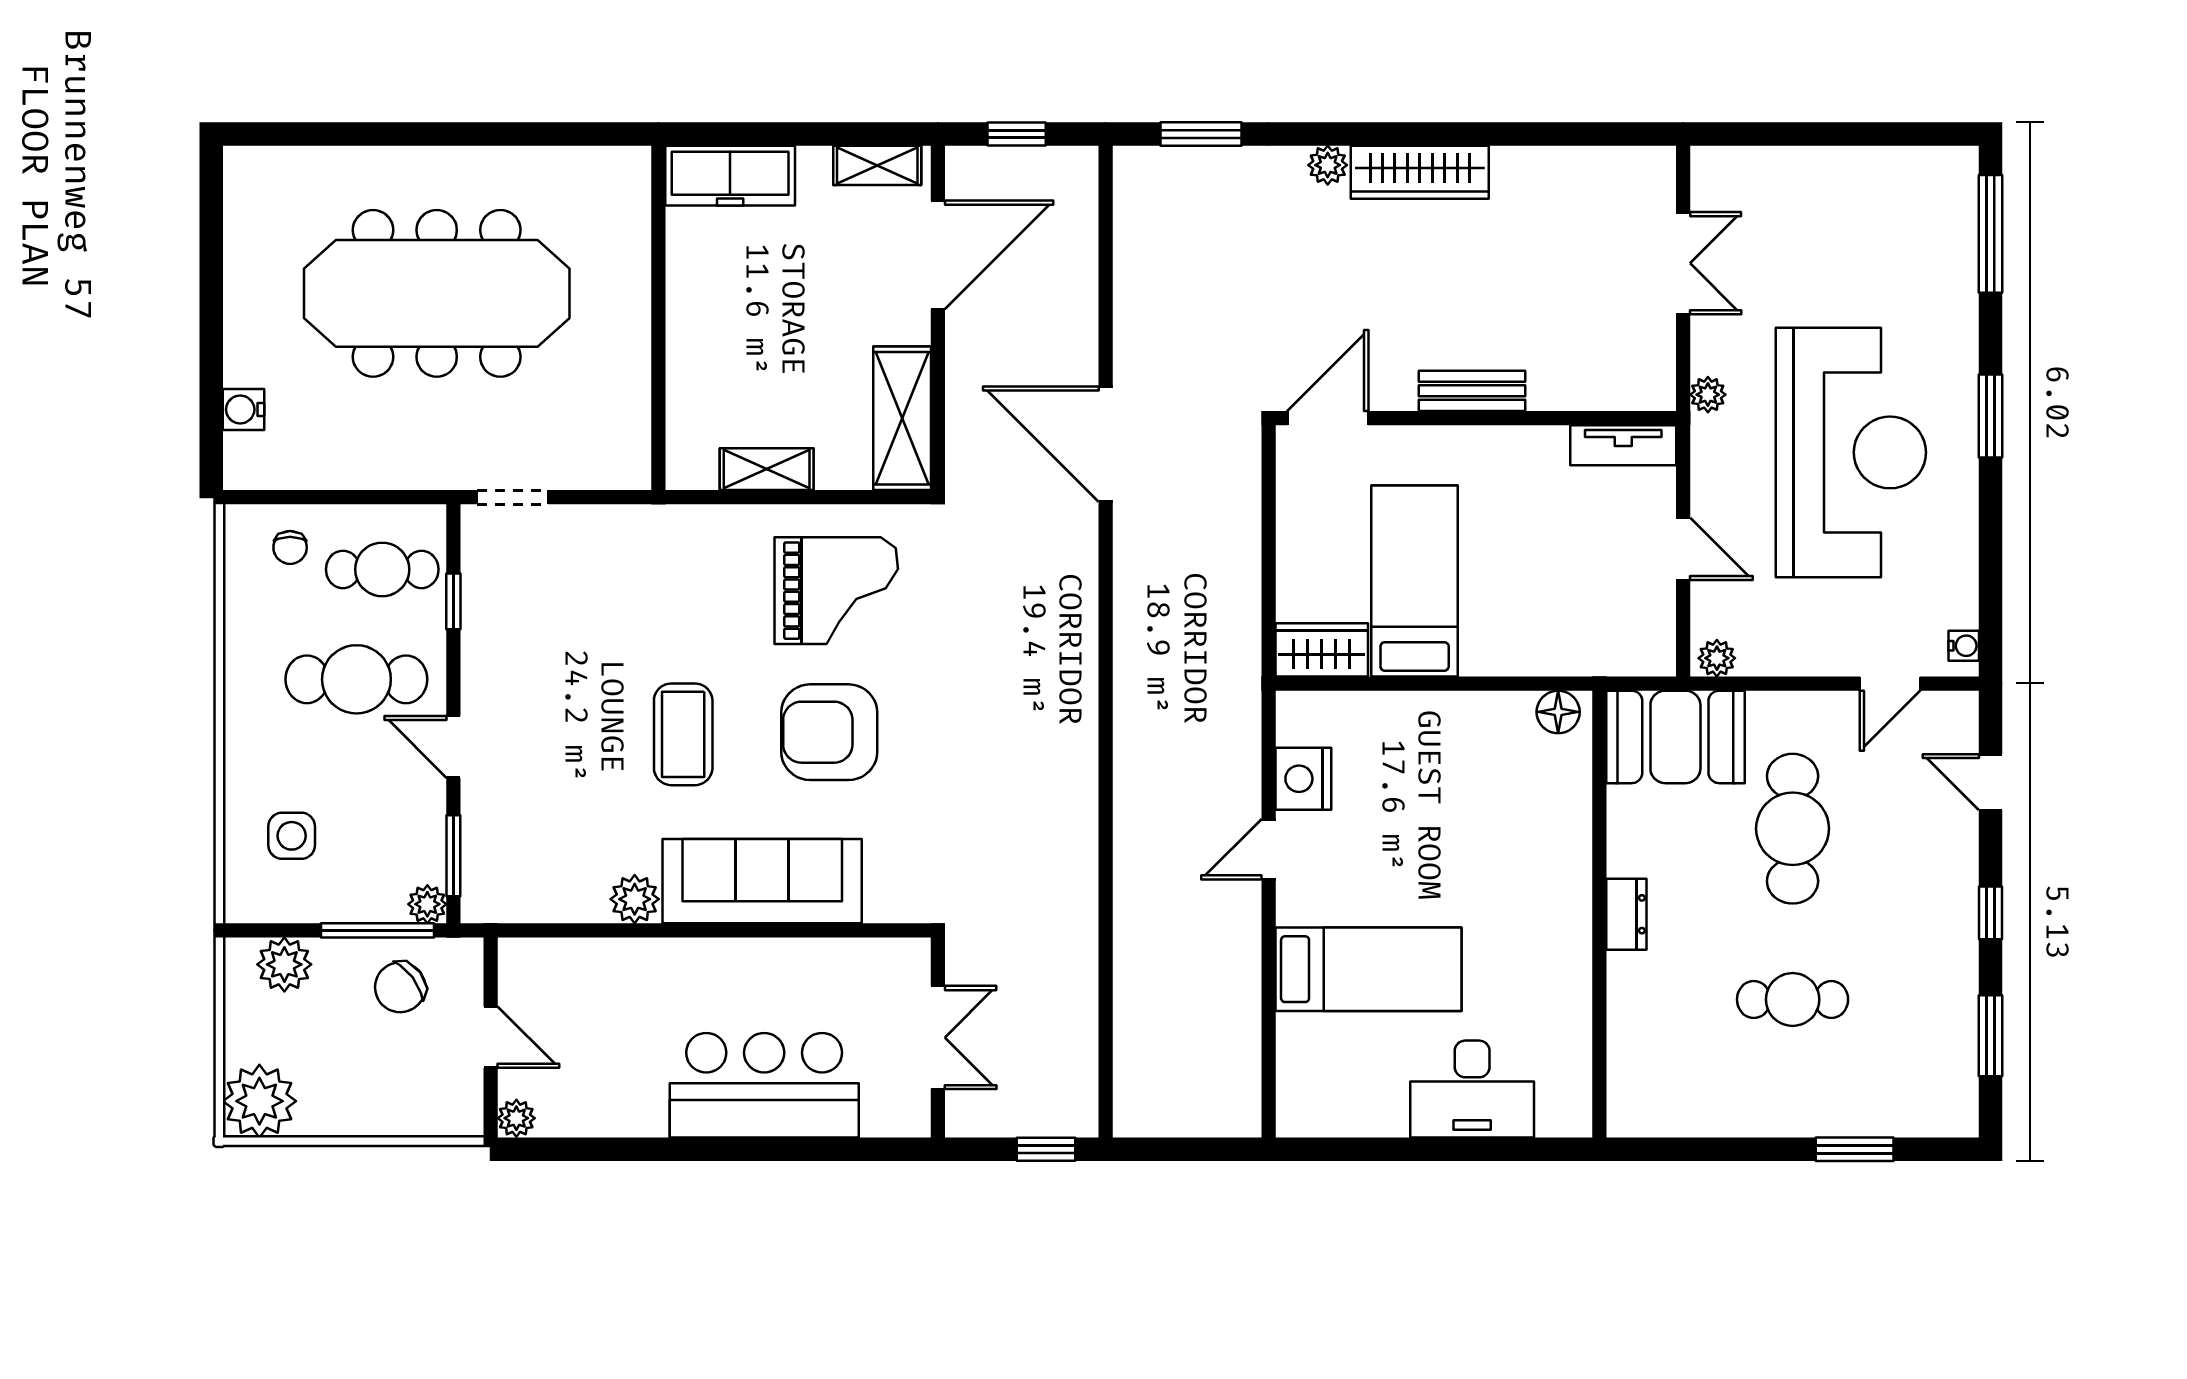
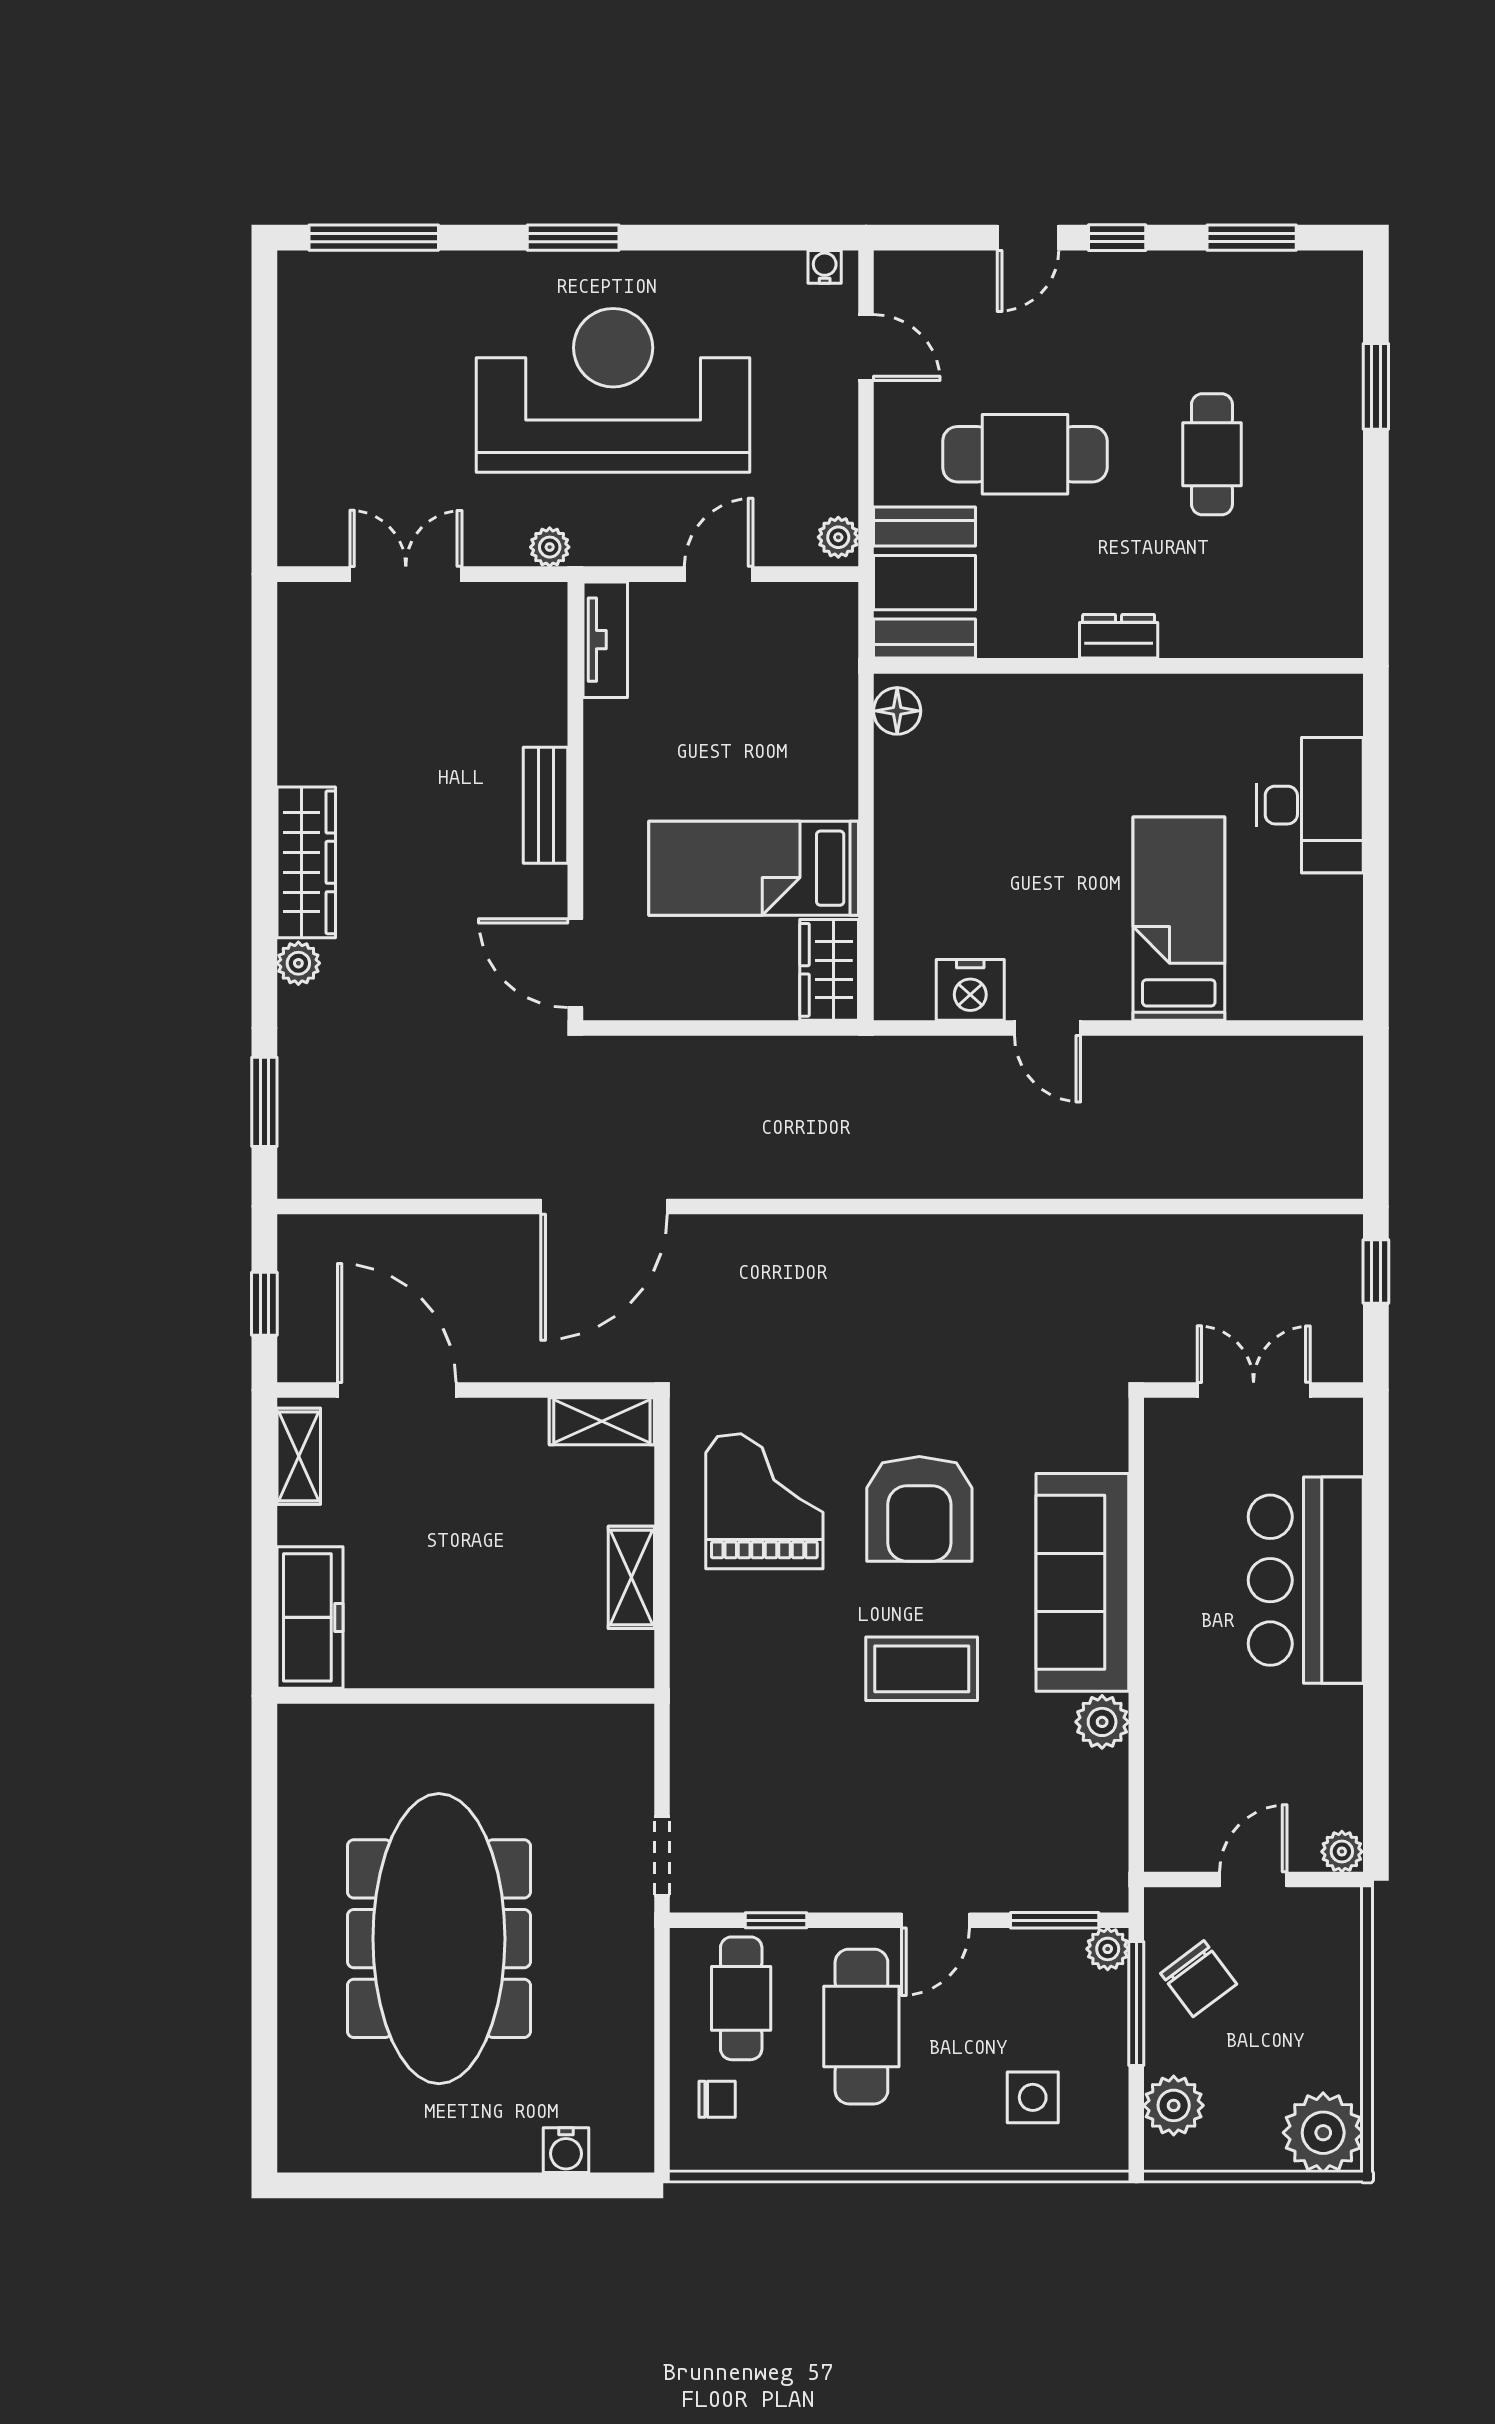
shelving: (902, 418) -> (602, 1421), width x0.67, depth x0.75
door: (1991, 782) -> (1028, 238), moved

